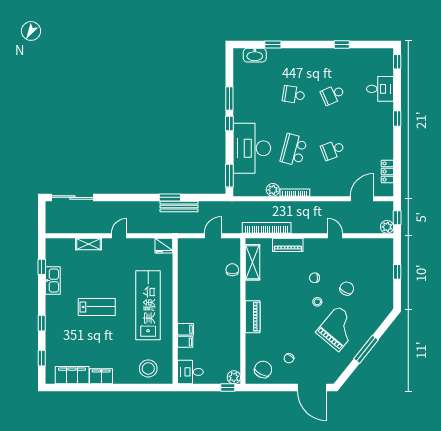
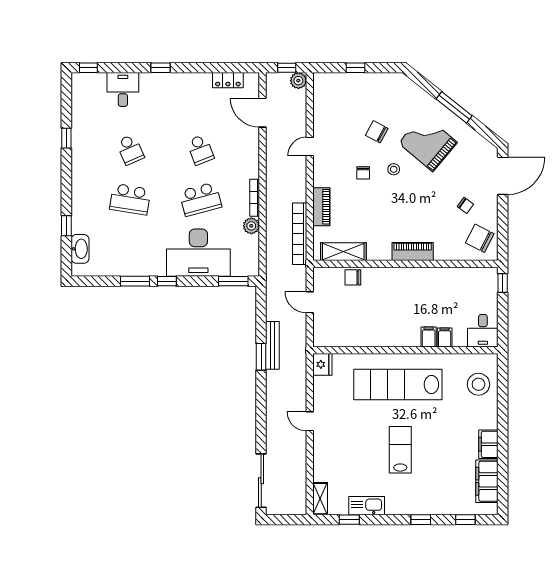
school desk: (294, 95) -> (130, 199), width x1.85
school desk: (294, 150) -> (200, 199), turned -30
shelving: (89, 244) -> (320, 499), moved
plant: (234, 377) -> (490, 275), removed

